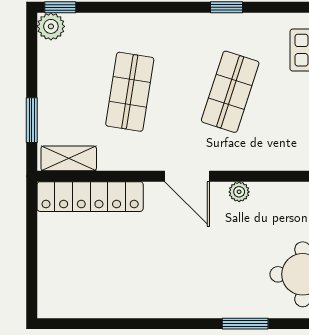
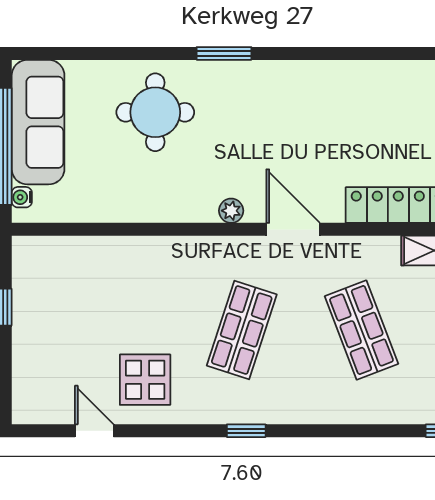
shop shelf: (130, 92) -> (361, 330), turned -30

